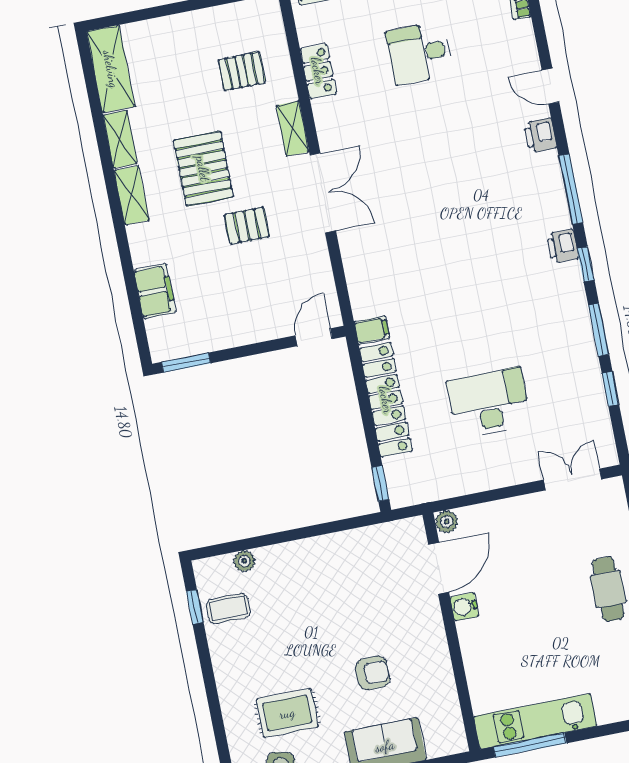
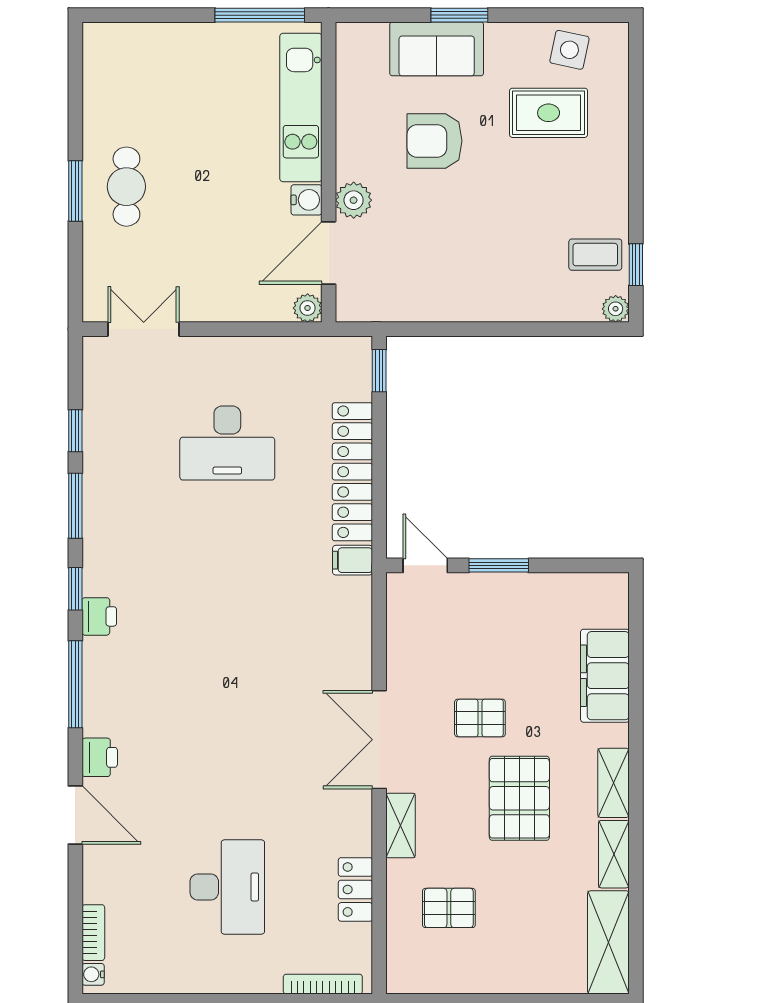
desk: (420, 53) -> (227, 887), width x1.37
door: (550, 86) -> (75, 815), width x1.38
filing cabinet: (155, 291) -> (605, 676), width x1.50, depth x1.17
door: (314, 337) -> (425, 565), swing flipped
window: (186, 363) -> (499, 565), moved
double door: (572, 479) -> (144, 329), swing flipped
plant: (244, 561) -> (616, 309), moved
plant: (427, 614) -> (354, 200), added
armchair: (373, 673) -> (435, 141), width x1.38, depth x1.38
kitchen unit: (535, 721) -> (301, 108), moved, turned 90

